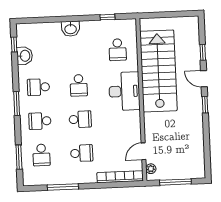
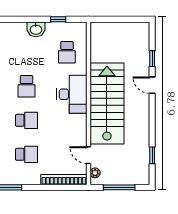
washbasin: (71, 29) -> (36, 29), moved
stairs: (158, 71) -> (107, 104), moved
window: (205, 105) -> (152, 155), moved
door: (143, 151) -> (88, 155), hinge flipped

